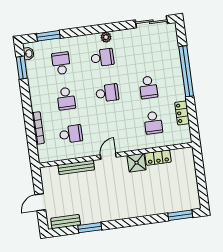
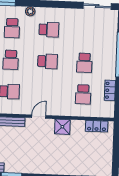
plant: (106, 37) -> (30, 11), moved
school desk: (61, 63) -> (12, 28), turned 180
locker: (158, 158) -> (97, 126), moved

